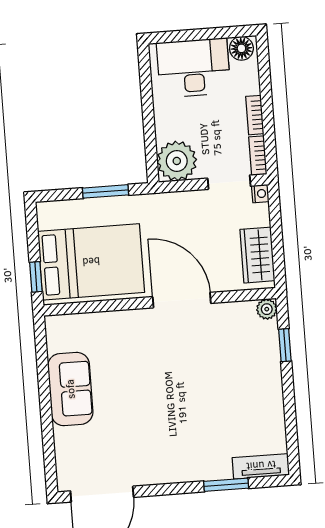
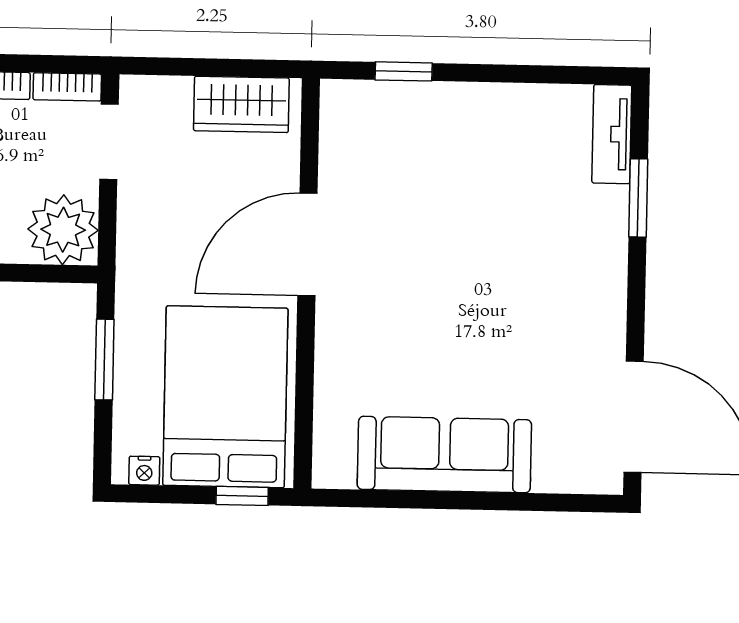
nightstand: (260, 194) -> (144, 471), moved, turned 180
plant: (267, 309) -> (338, 97), removed
sofa: (70, 389) -> (444, 455), width x1.36

